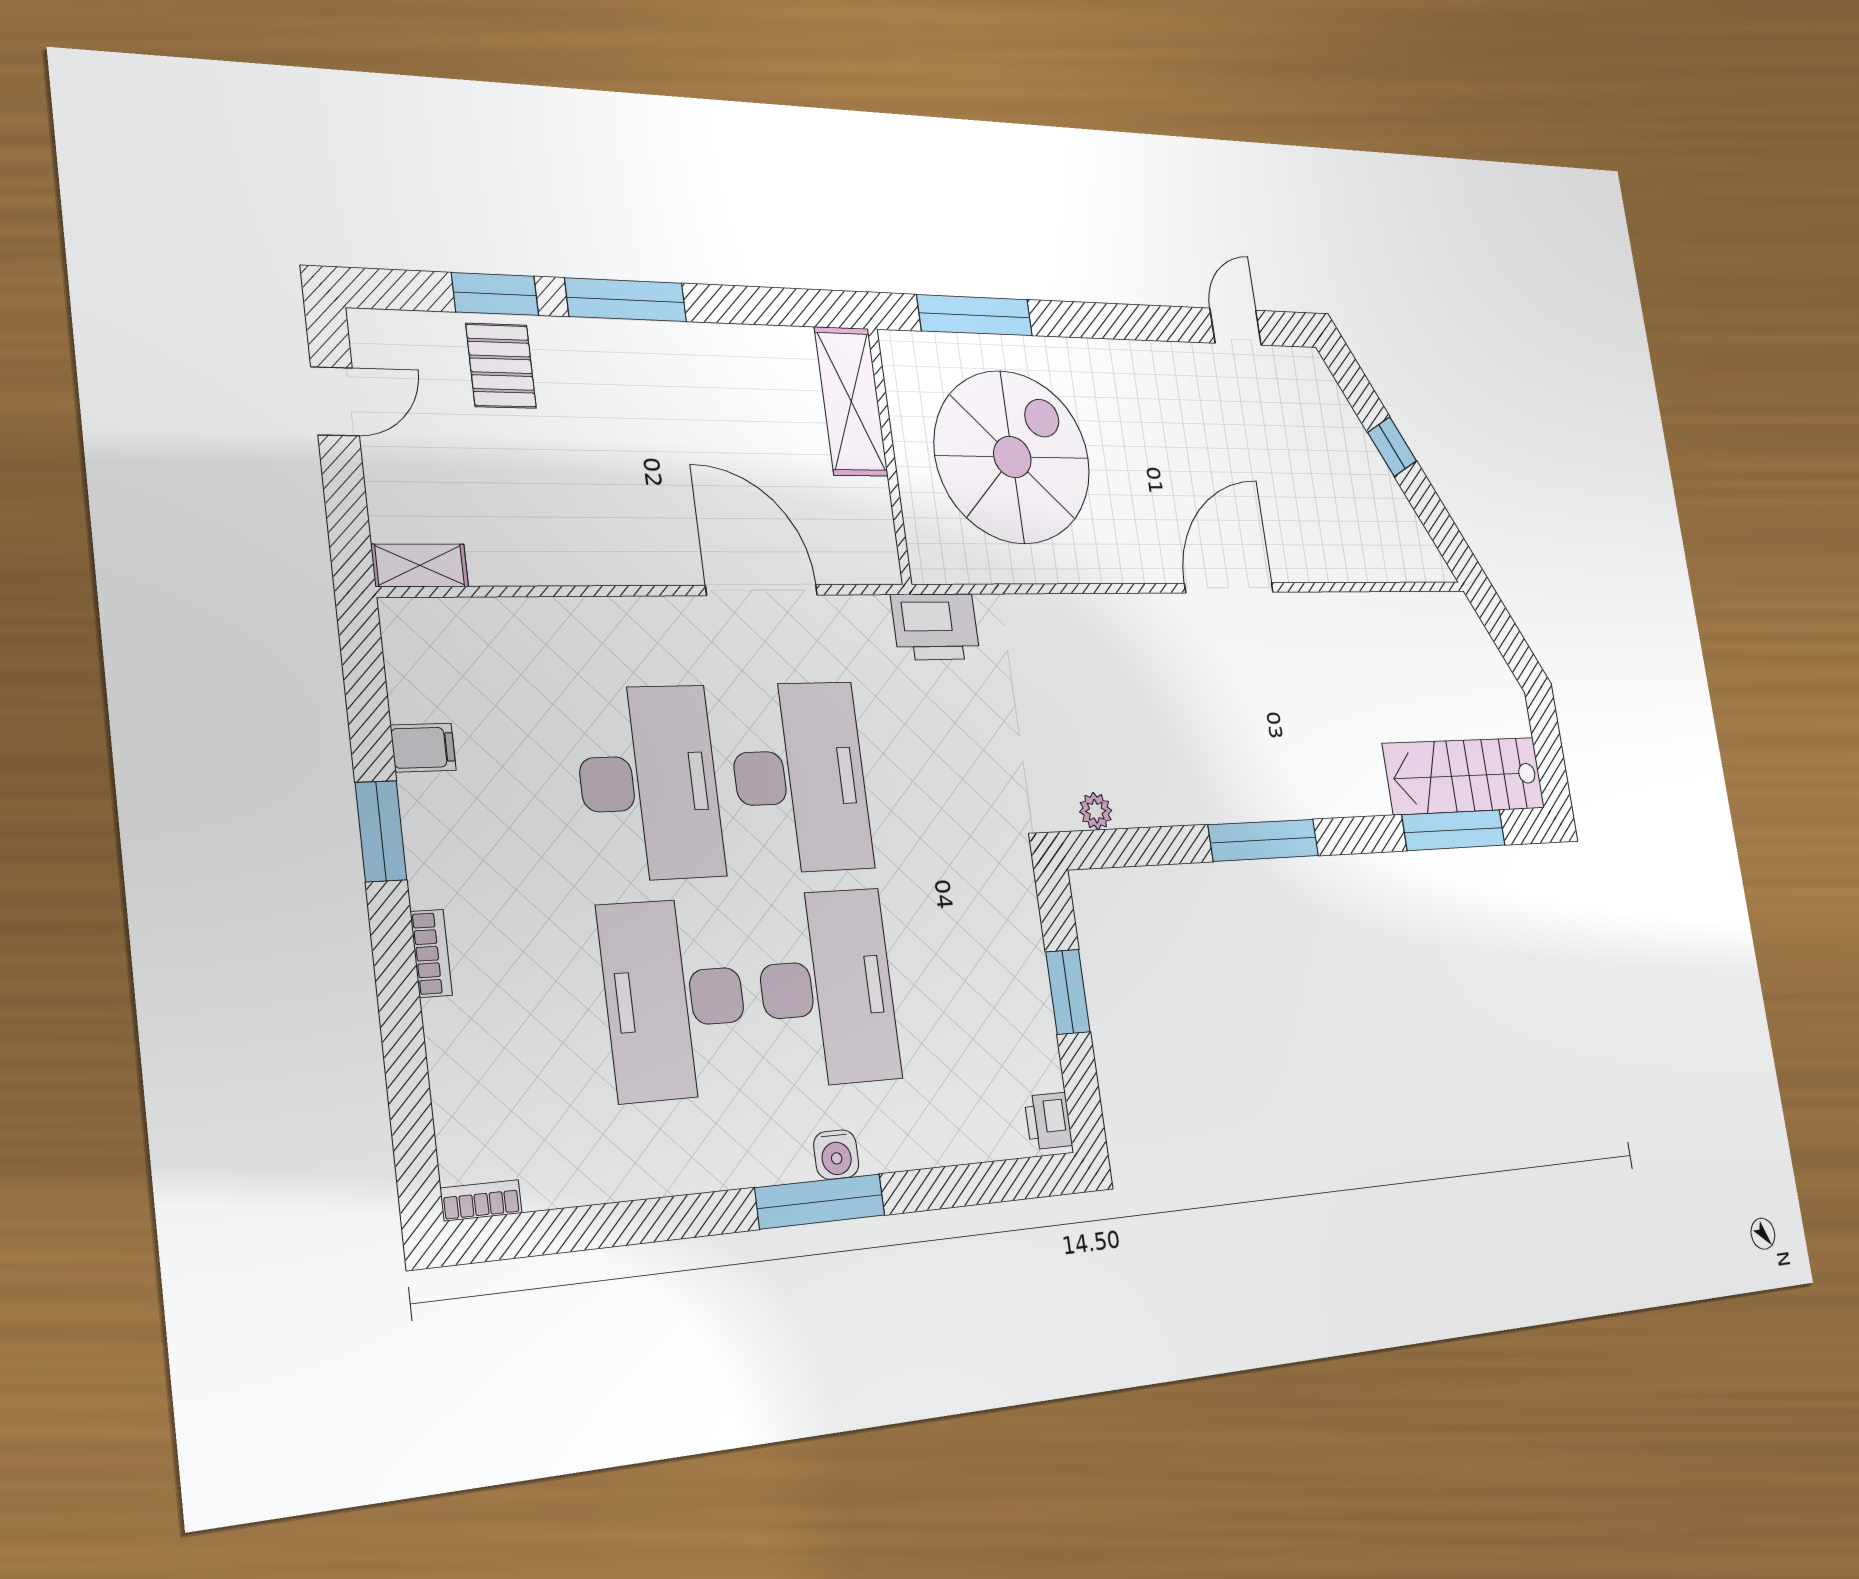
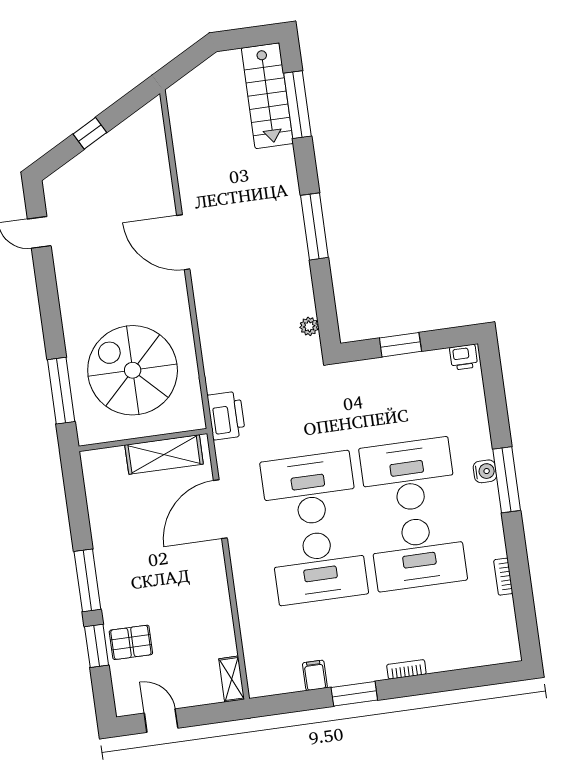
shelving: (851, 401) -> (164, 454), moved
desk: (649, 783) -> (320, 567), turned 180
bookcase: (481, 1200) -> (503, 577), moved

